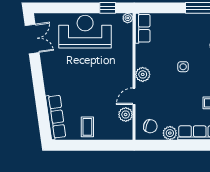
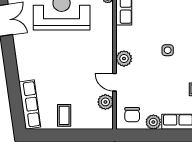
door: (134, 96) -> (115, 82), hinge flipped
chair: (150, 126) -> (132, 115), turned 71

